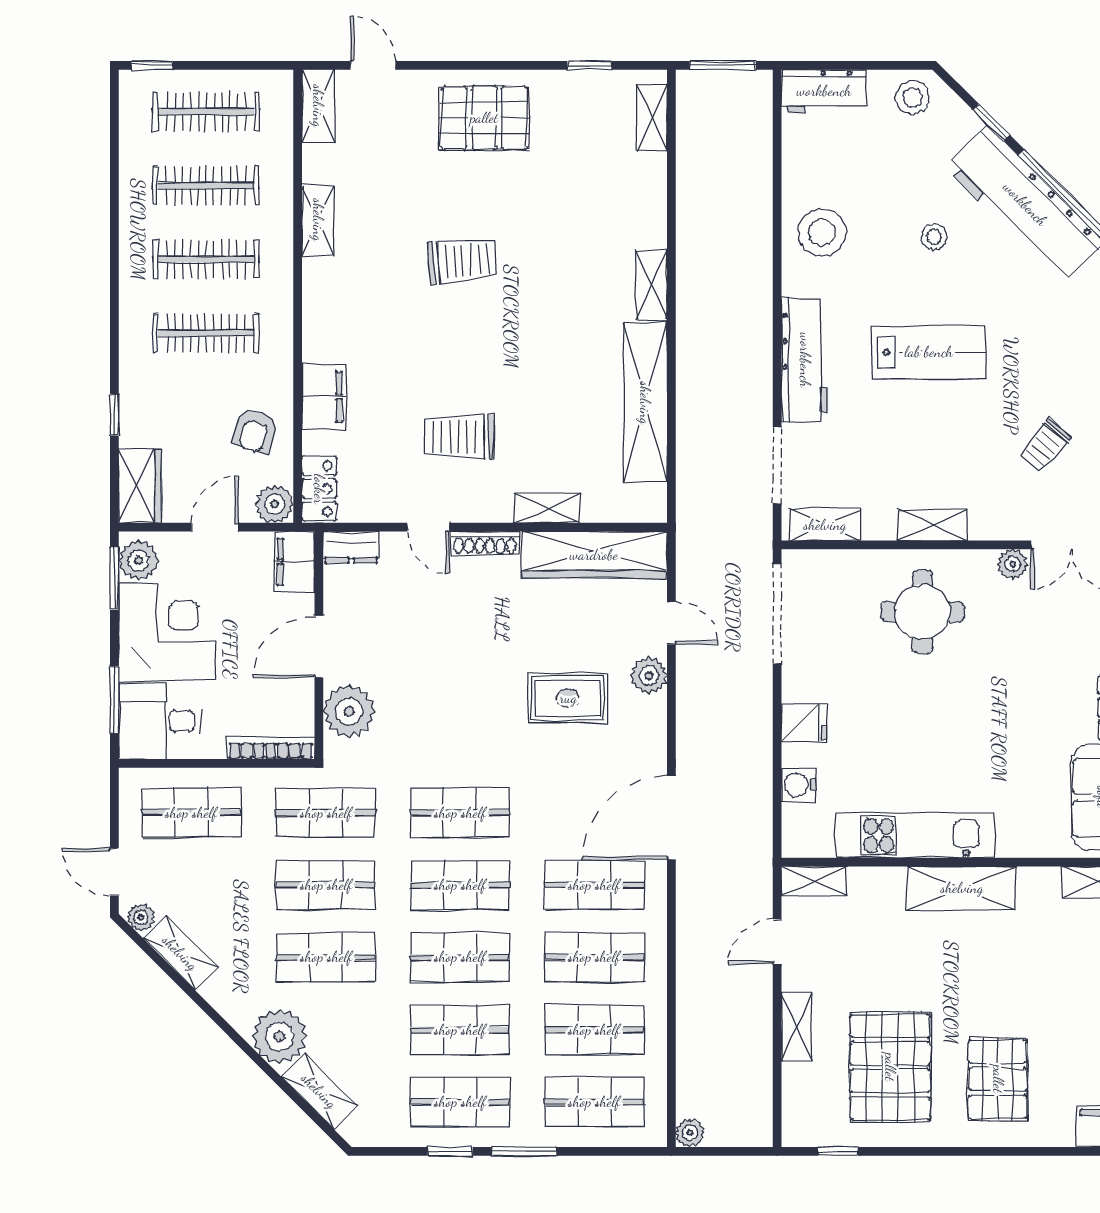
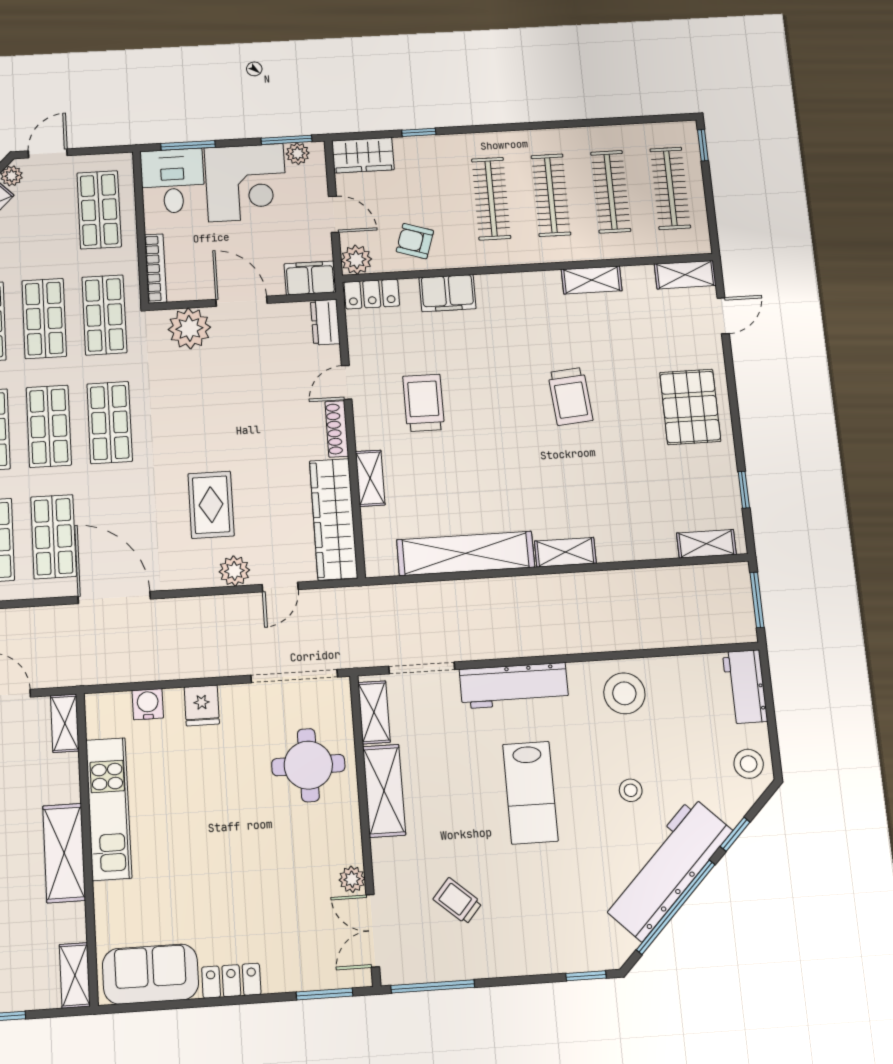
shelving: (933, 525) -> (384, 791), width x1.50, depth x1.33
plant: (139, 560) -> (298, 154), width x0.73, depth x0.73
round table: (922, 612) -> (308, 765), moved

